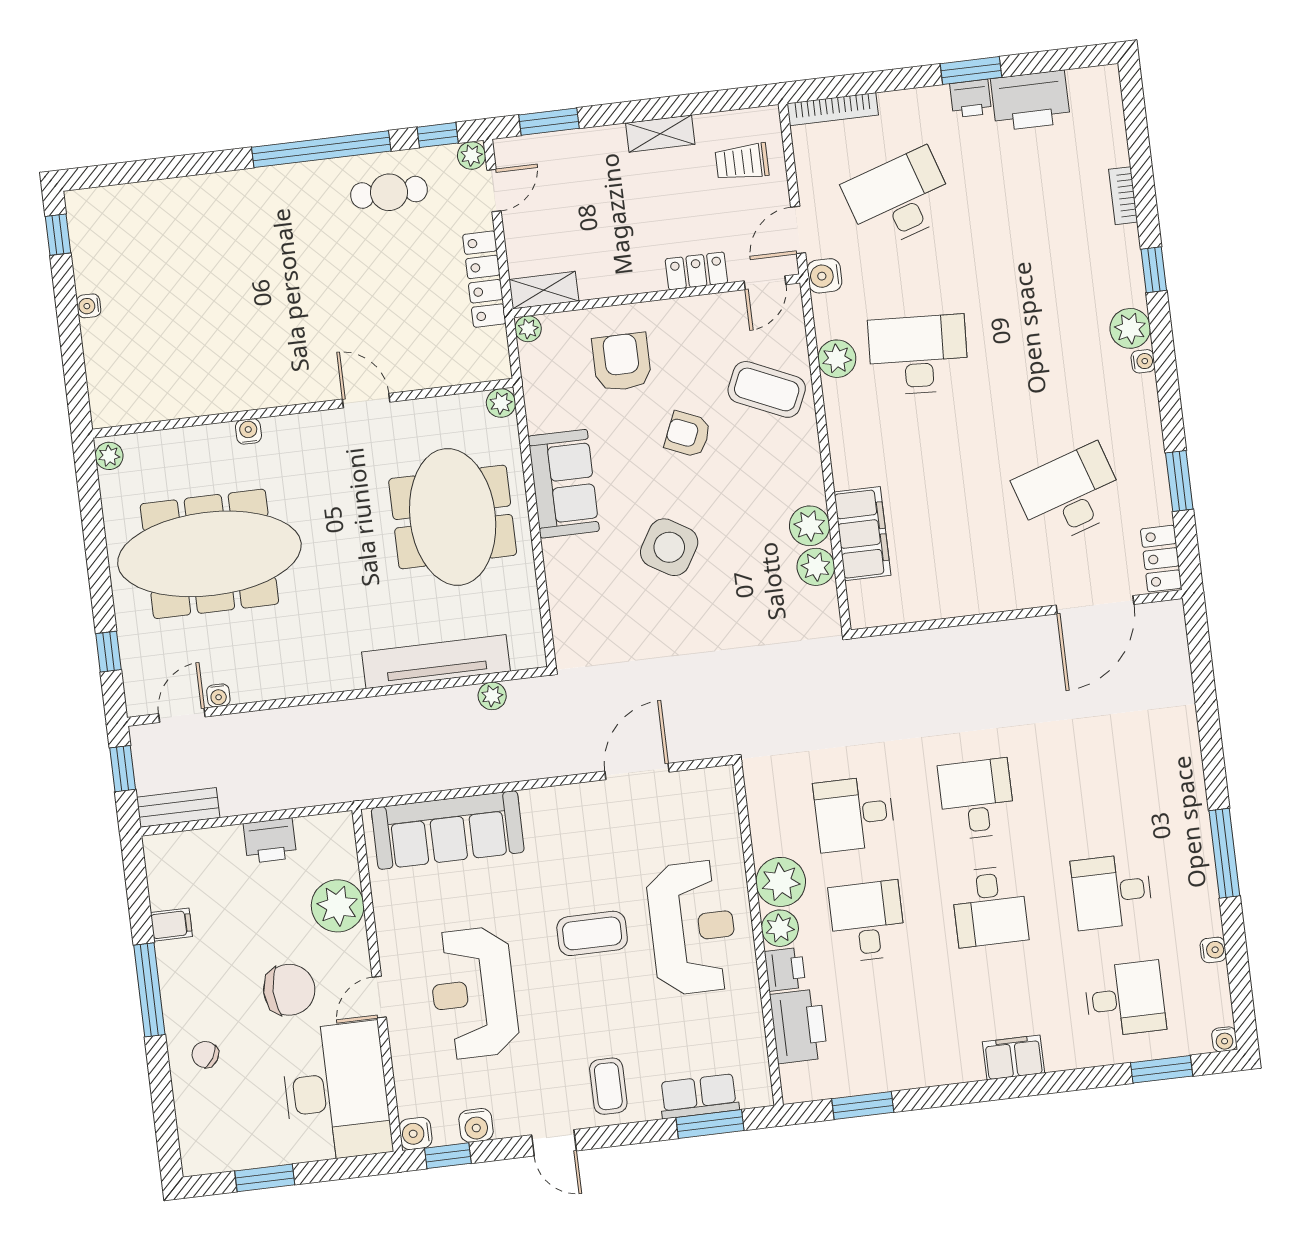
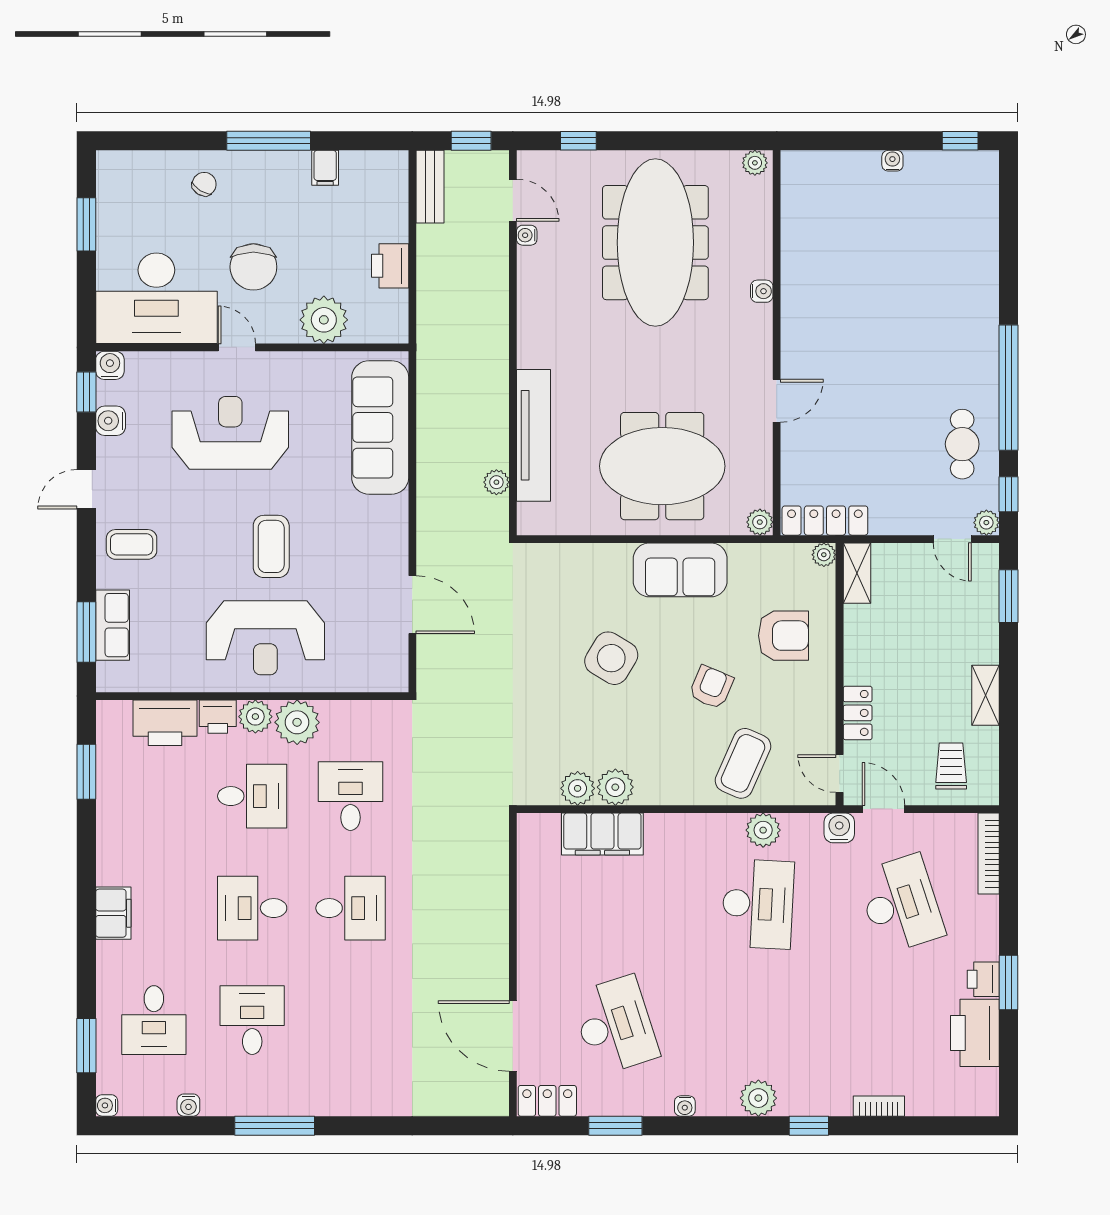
locker: (484, 279) -> (825, 521), moved
water cooler: (1143, 361) -> (685, 1106), moved

